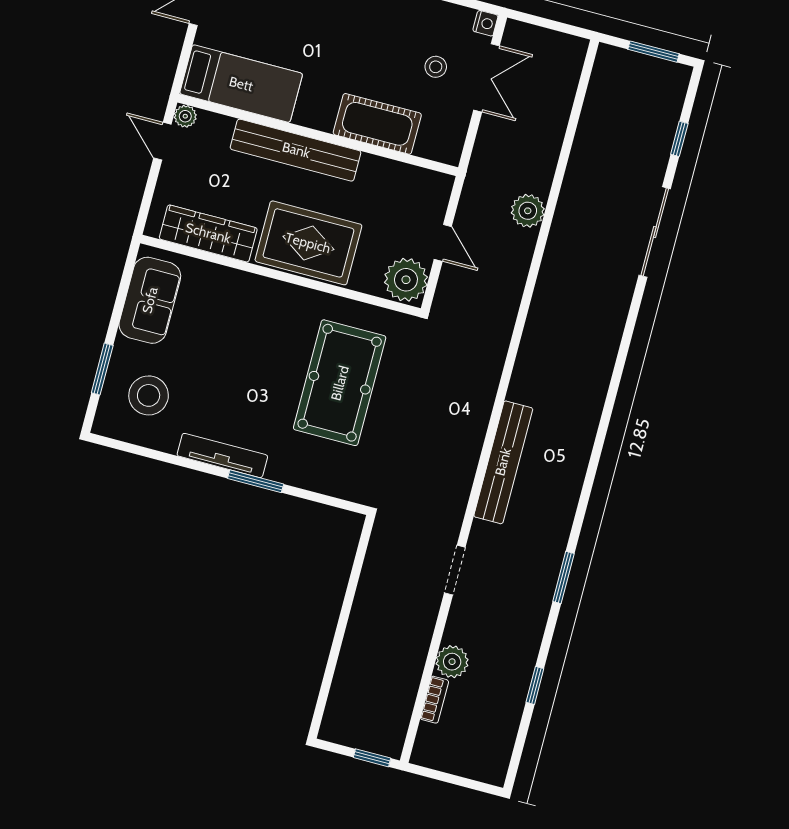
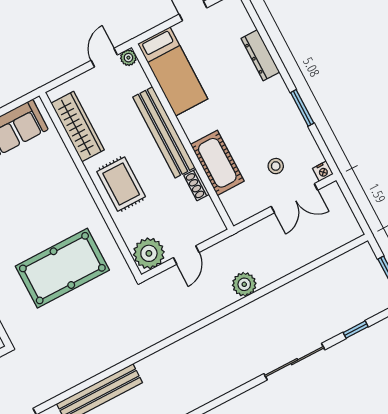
shoe rack: (380, 166) -> (196, 185), added
rug: (308, 243) -> (121, 184), width x0.73, depth x0.70

